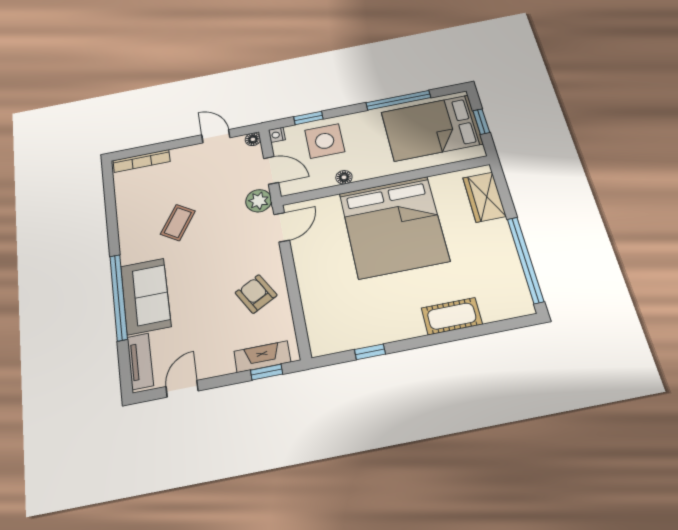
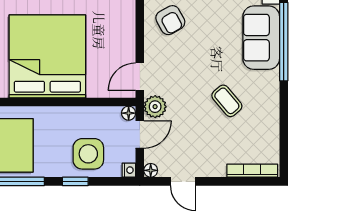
window: (308, 118) -> (75, 181), moved
door: (271, 170) -> (140, 135), swing flipped
floor lamp: (344, 177) -> (129, 113), moved
coffee table: (178, 223) -> (227, 101), turned -73

